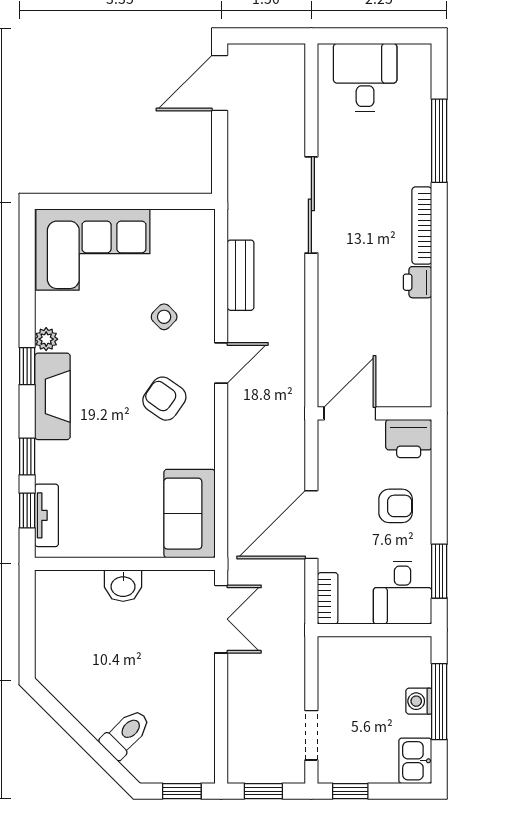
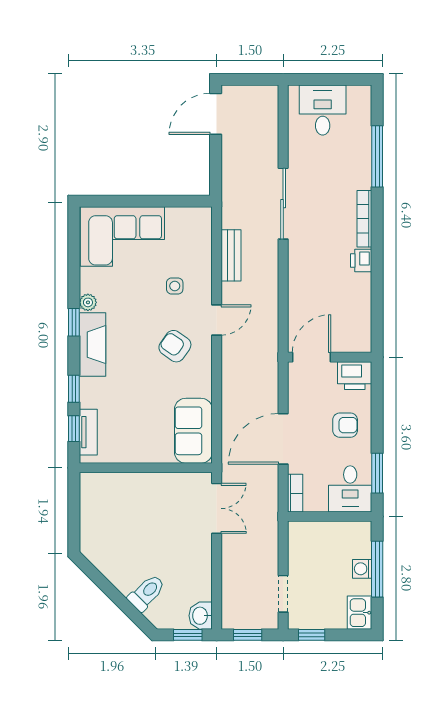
side table: (164, 317) -> (175, 286), turned 45
washbasin: (123, 586) -> (201, 616), moved, turned 90

